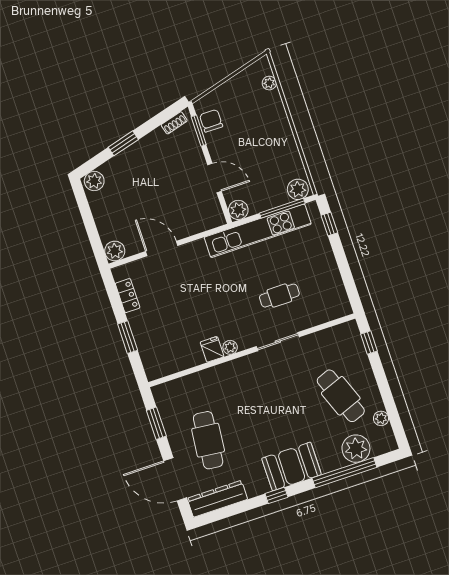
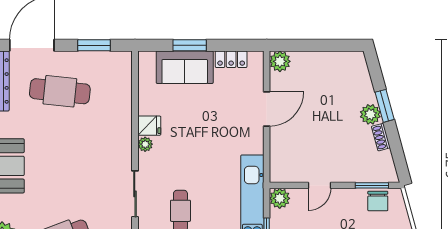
chair: (211, 121) -> (378, 201), turned 90
shoe rack: (174, 123) -> (381, 137), moved
door: (215, 178) -> (319, 185), width x0.73
plant: (94, 181) -> (370, 114), moved
sofa: (149, 335) -> (185, 67), added

